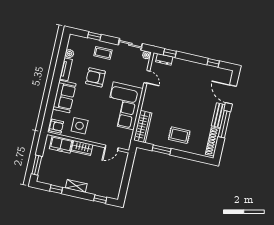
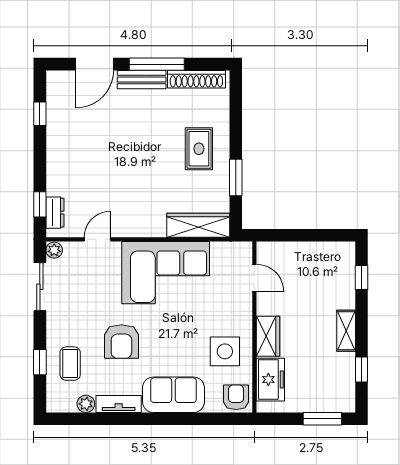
coffee table: (103, 53) -> (70, 364), moved

